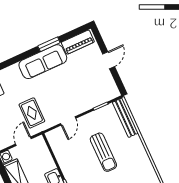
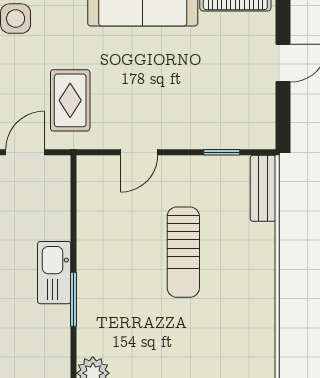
bench: (125, 118) -> (263, 188), width x0.73

